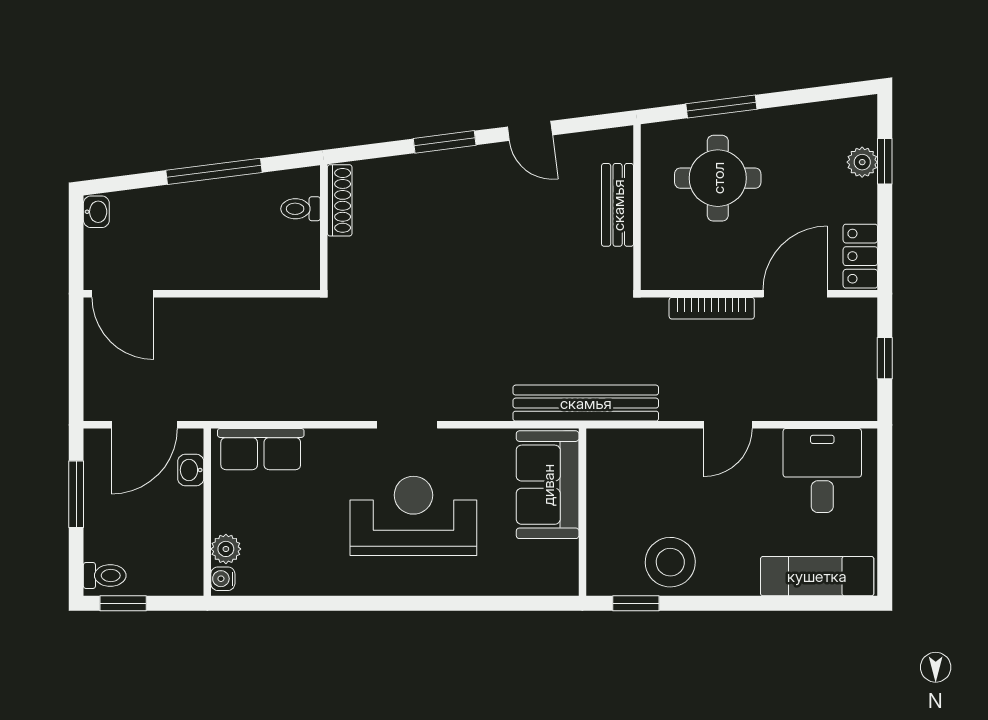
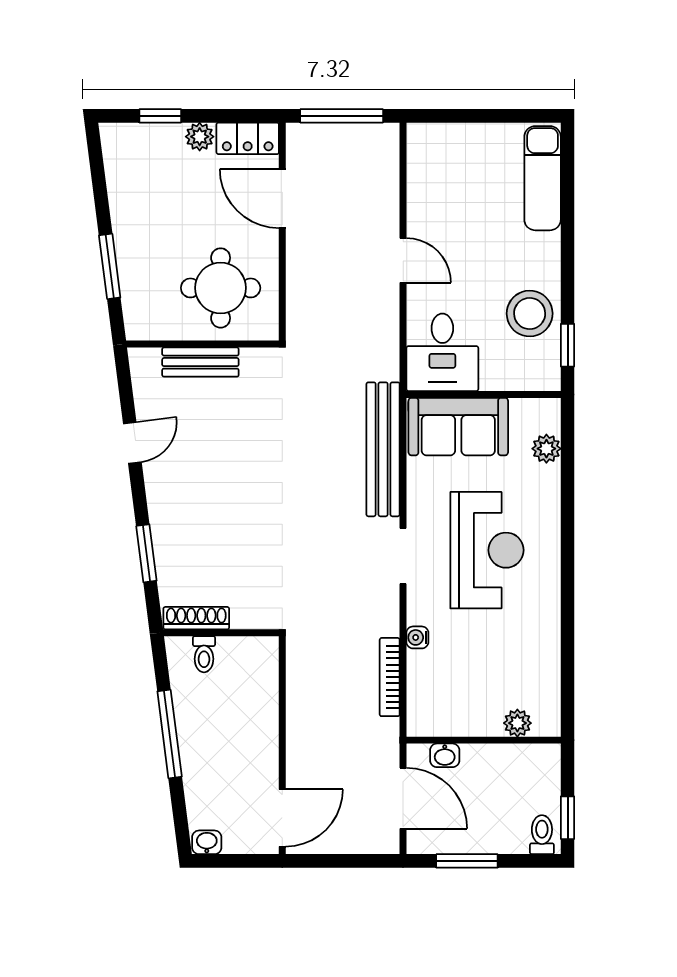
window: (445, 142) -> (146, 553), moved
plant: (862, 162) -> (200, 137), moved
round table: (718, 178) -> (221, 288), moved
bookcase: (712, 308) -> (390, 677), moved, turned 180
window: (885, 358) -> (342, 116), width x2.17
bench: (586, 403) -> (383, 449), moved
row of seats: (261, 449) -> (425, 691), removed
desk: (822, 471) -> (442, 352), moved, turned -90
reception desk: (413, 516) -> (487, 550), turned 180
water cooler: (223, 579) -> (417, 637), moved, turned 90
plant: (524, 580) -> (546, 449), added

